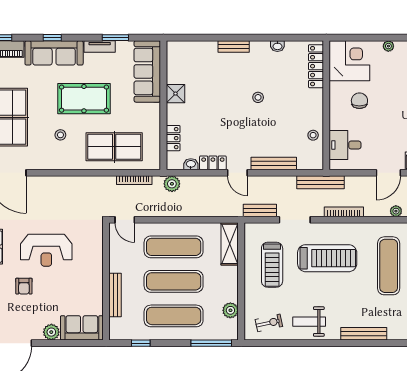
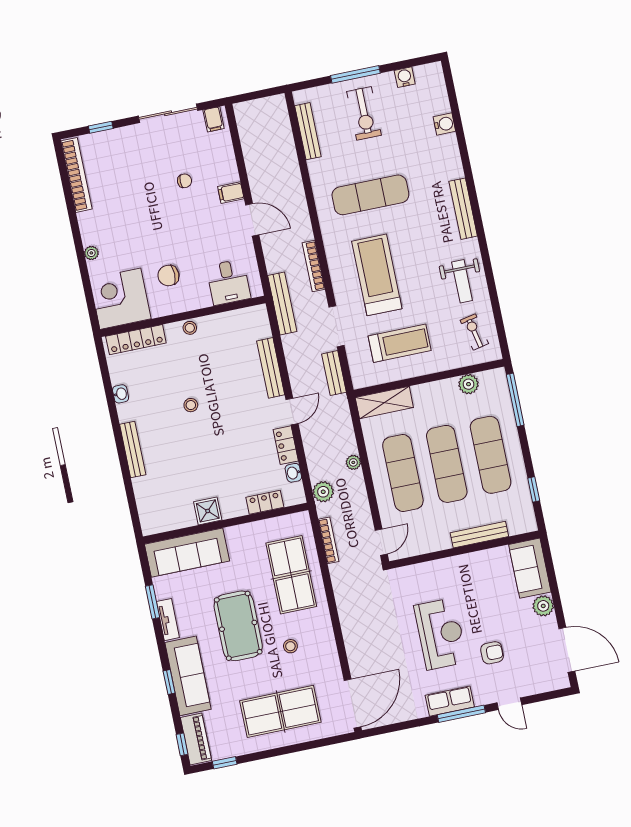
bench: (234, 47) -> (133, 449), width x1.36
stool: (313, 135) -> (190, 328), moved
plant: (396, 211) -> (353, 462), moved

